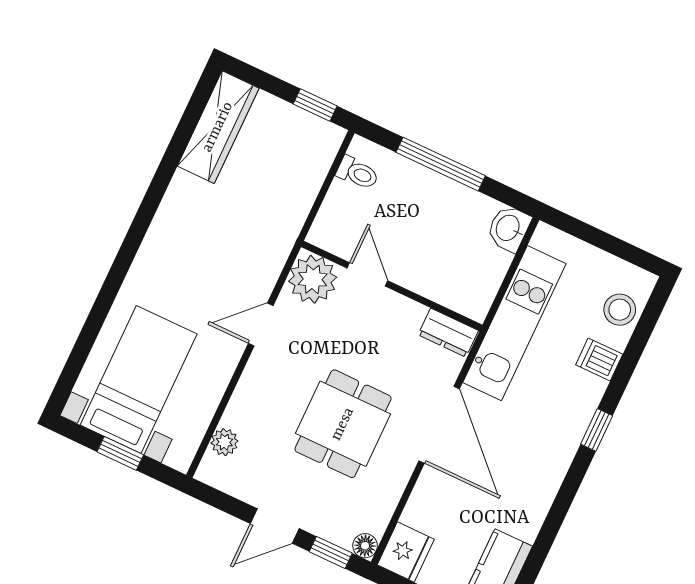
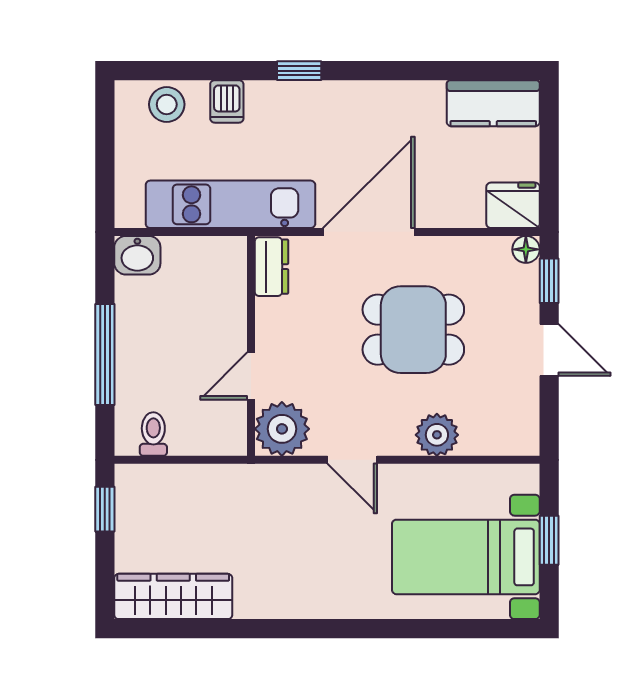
plant: (224, 442) -> (437, 435), moved, width x1.38, depth x1.38

